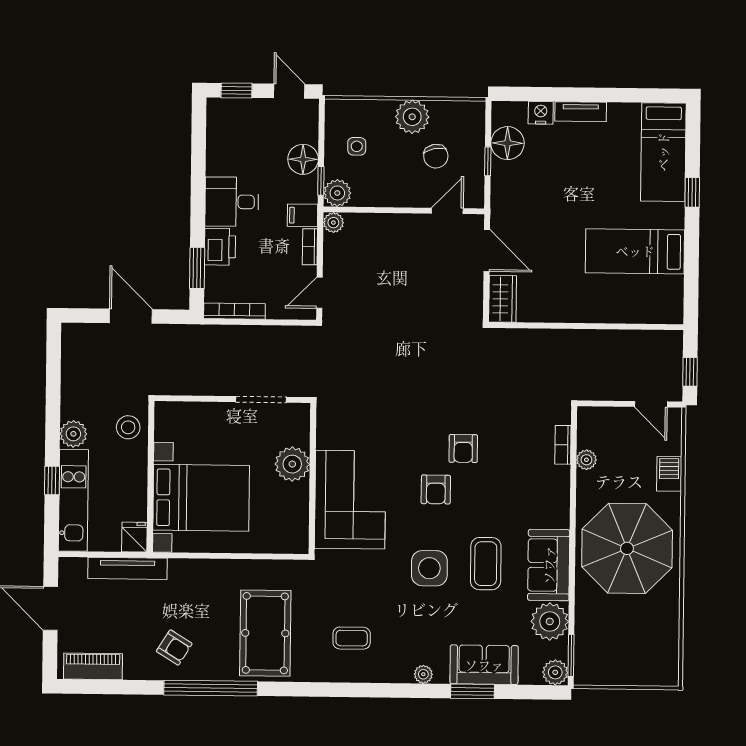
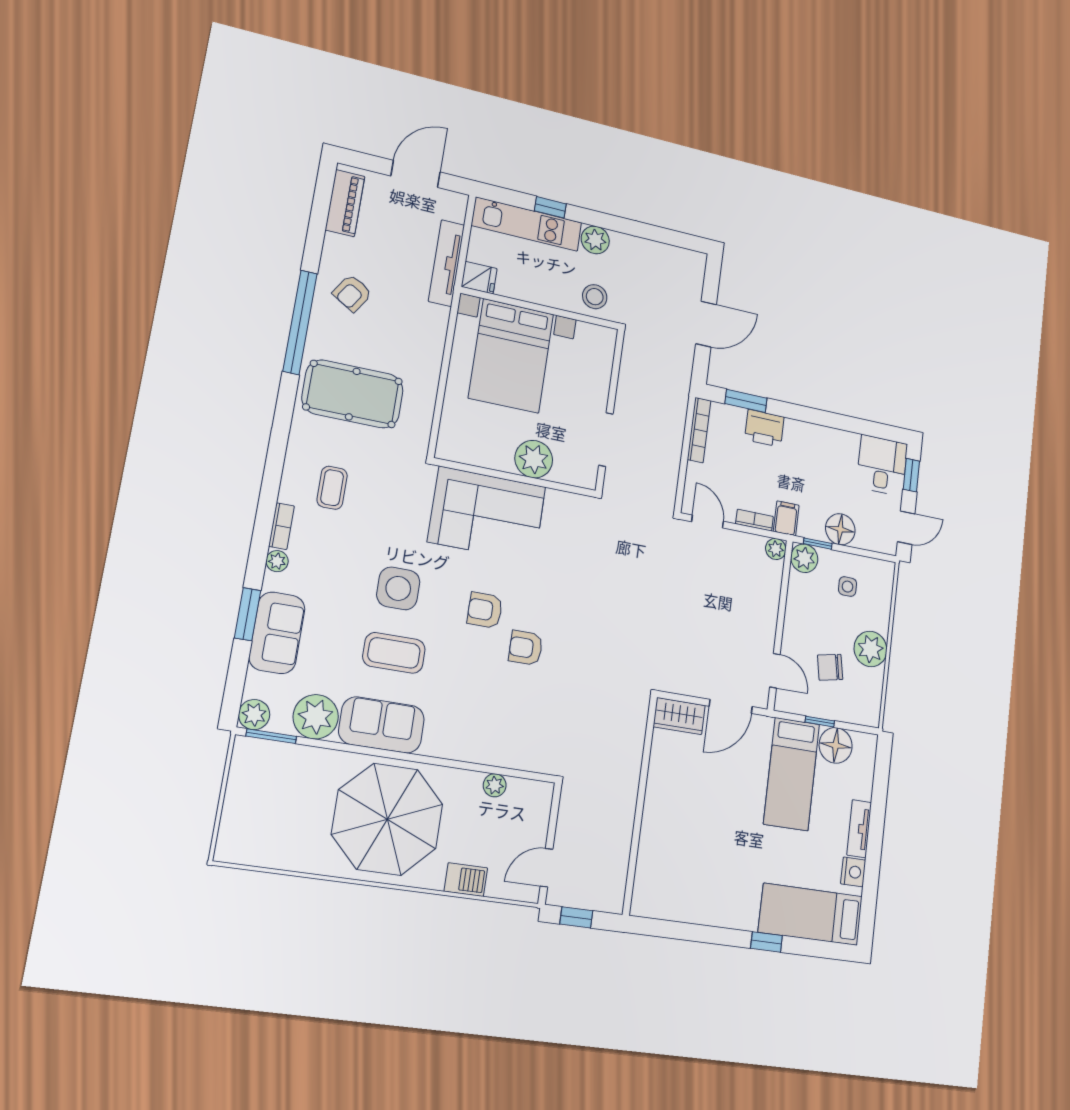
nightstand: (541, 113) -> (853, 872), moved
desk: (232, 202) -> (882, 465), moved
bed: (635, 251) -> (792, 774), moved, turned 180
bookcase: (563, 445) -> (281, 526), moved, turned 90

